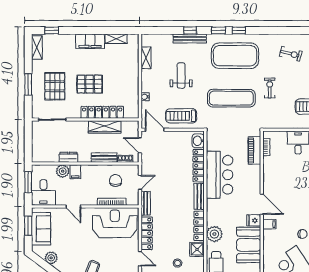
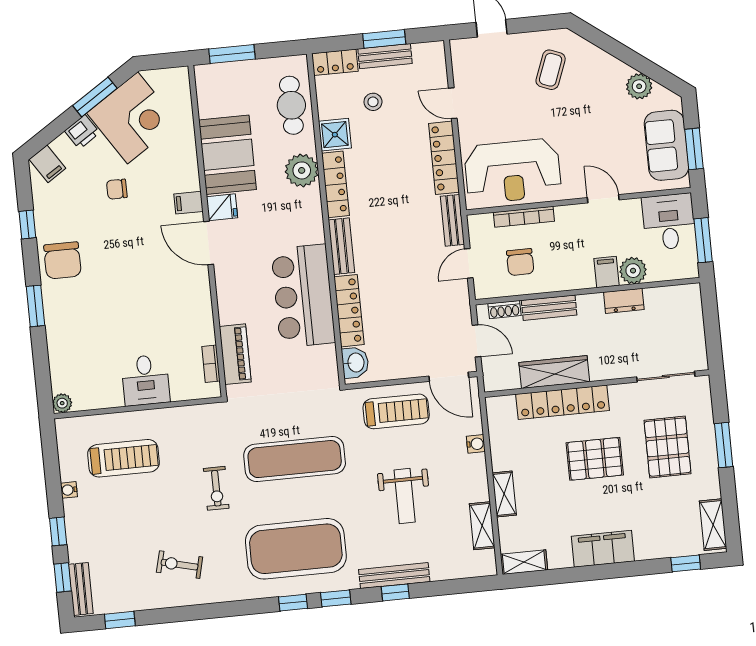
shelving: (116, 39) -> (524, 562), moved
shelving: (134, 72) -> (504, 494), added

